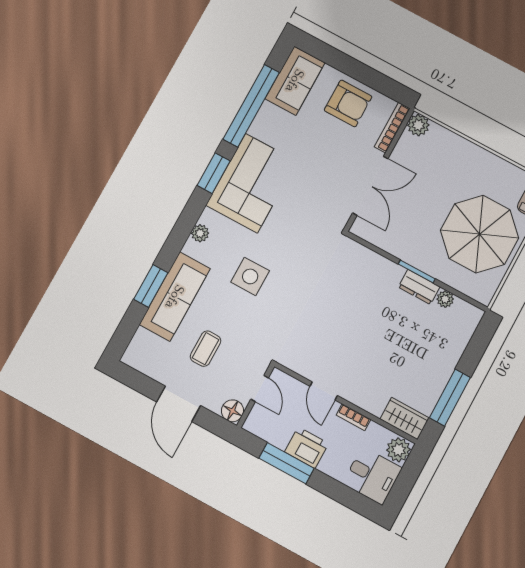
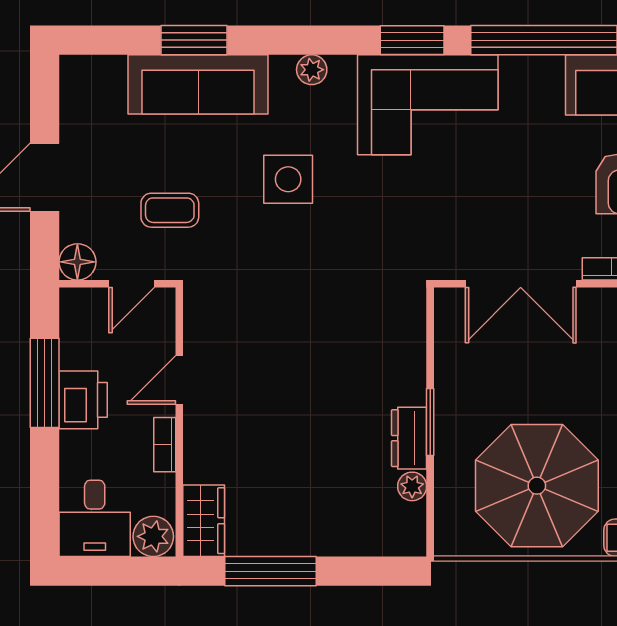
coffee table: (206, 349) -> (170, 210), moved

